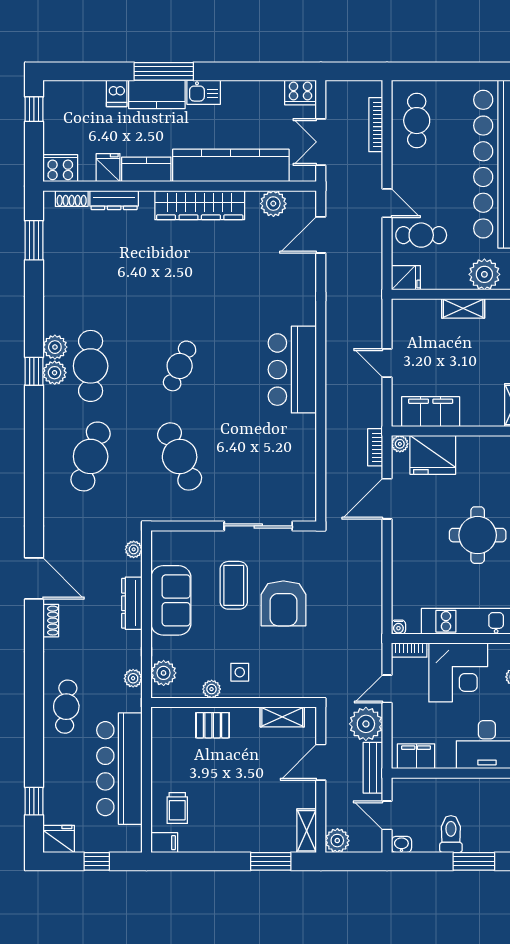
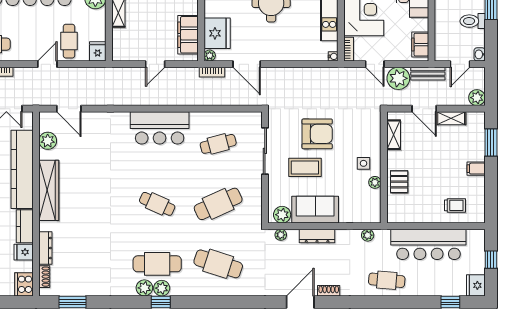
cafe table: (269, 456) -> (218, 144), added
plant: (164, 673) -> (282, 215), moved
shelving: (307, 831) -> (451, 118), moved
filing cabinet: (164, 843) -> (476, 169), moved, turned -90

